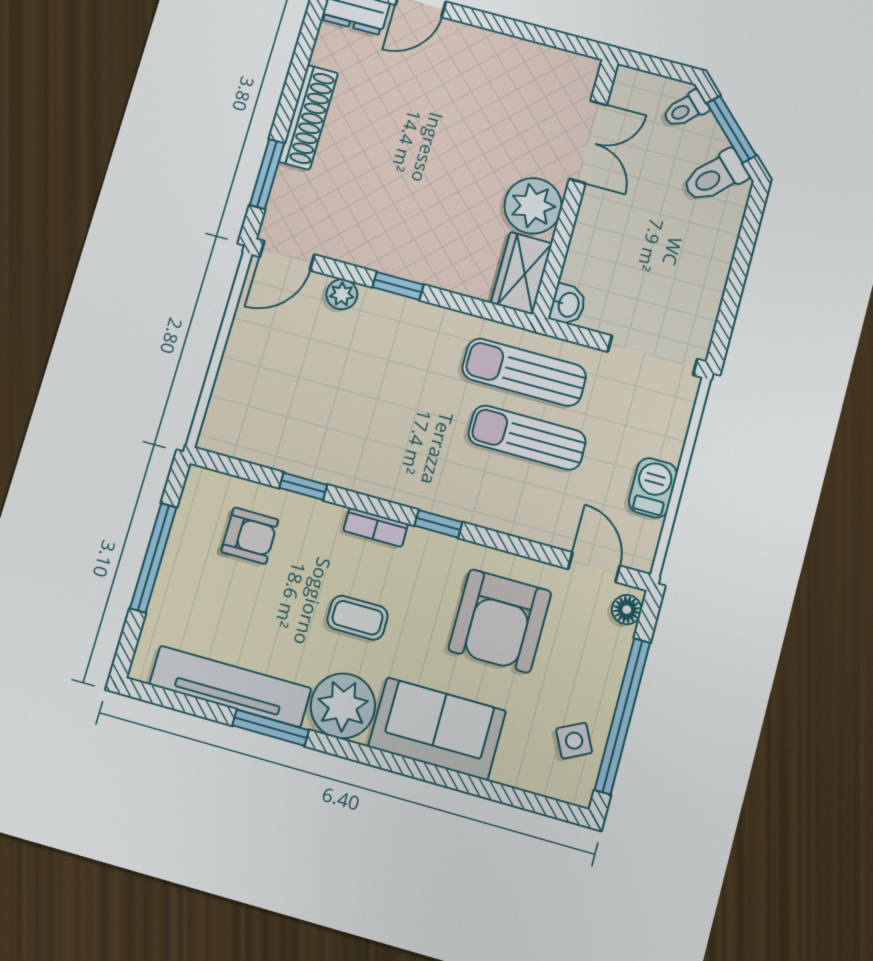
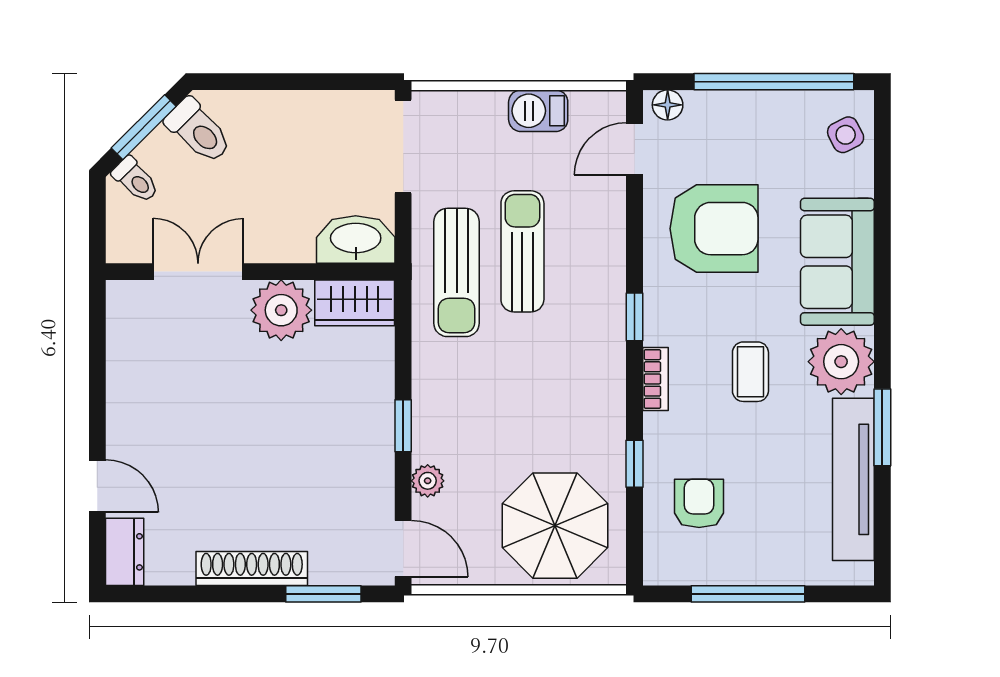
washbasin: (568, 305) -> (356, 239), width x1.91, depth x1.45
parasol: (268, 398) -> (555, 526), added
sun lounger: (527, 438) -> (522, 251), turned 180
side table: (574, 741) -> (846, 135), moved

